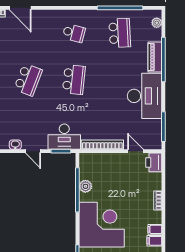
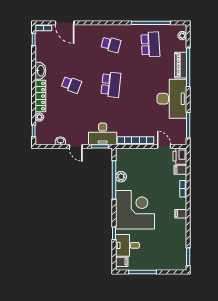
school desk: (28, 80) -> (71, 85), width x0.54
filing cabinet: (154, 241) -> (180, 170), moved

